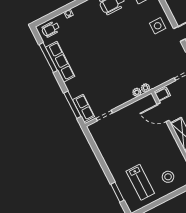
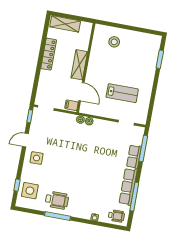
row of seats: (83, 108) -> (134, 157), moved
lab bench: (140, 182) -> (122, 93), moved, turned 90

